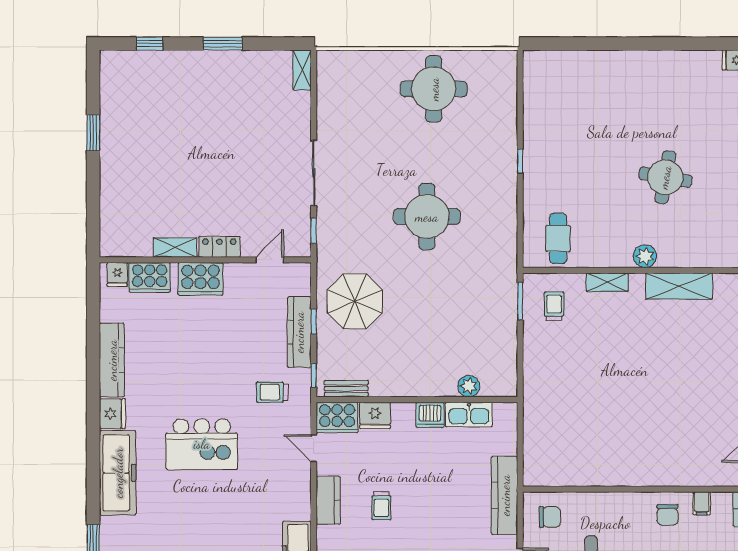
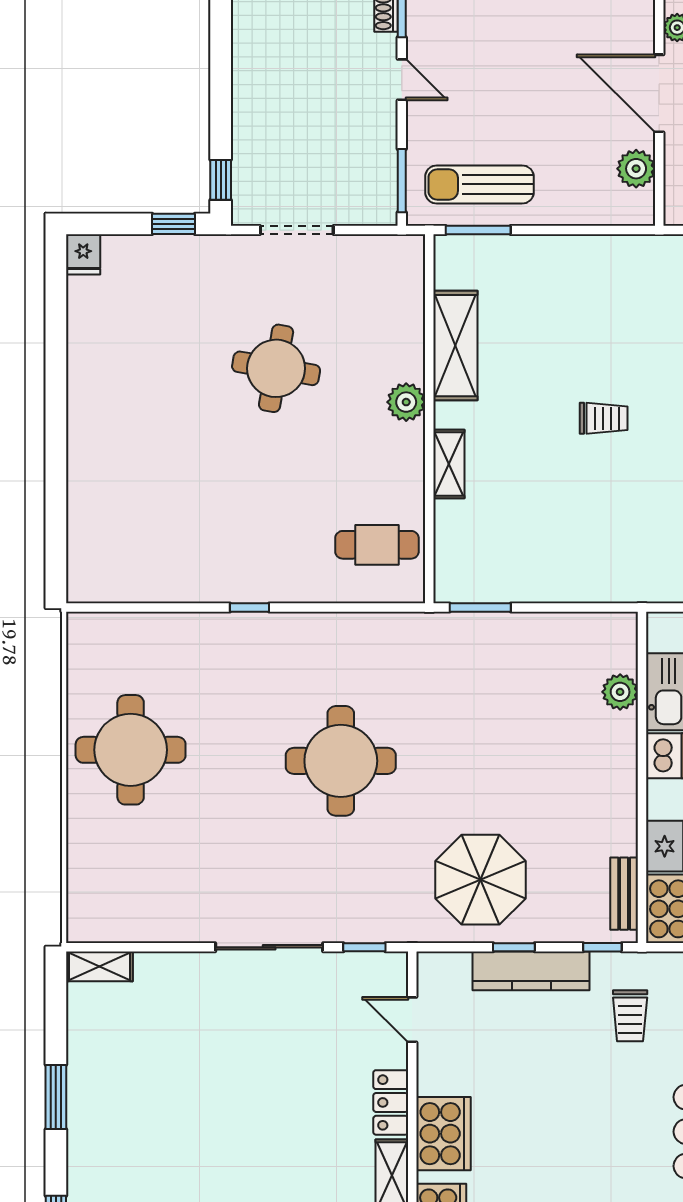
trolley: (554, 306) -> (604, 418), moved, turned 180

